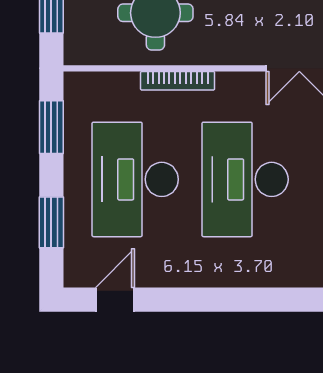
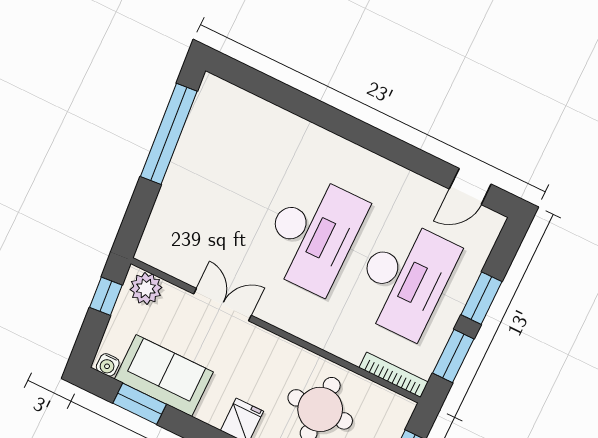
bookcase: (178, 81) -> (393, 375), moved
window: (51, 222) -> (481, 298), moved

